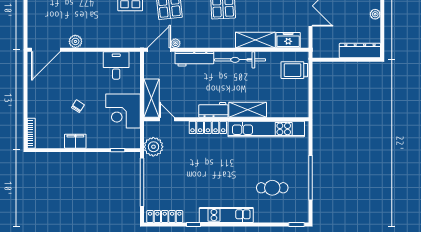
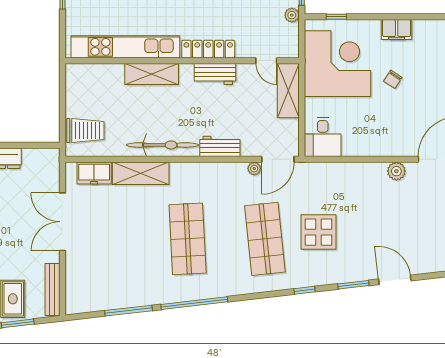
workbench: (194, 59) -> (220, 146), width x0.73
desk: (116, 65) -> (323, 137), moved
workbench: (213, 110) -> (215, 74), moved
corner desk: (123, 111) -> (338, 64), width x1.36, depth x1.36
plant: (153, 147) -> (292, 15), width x0.53, depth x0.53

